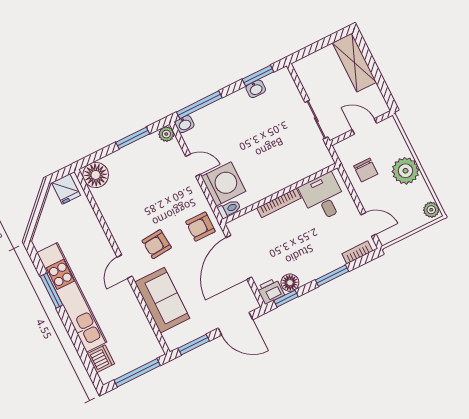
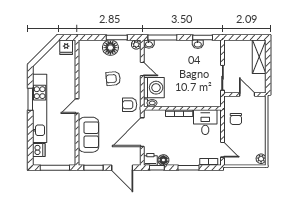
plant: (405, 171) -> (258, 130), removed
floor lamp: (96, 175) -> (110, 48), moved
armchair: (157, 244) -> (113, 79), moved

